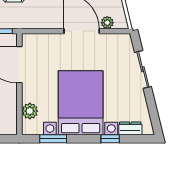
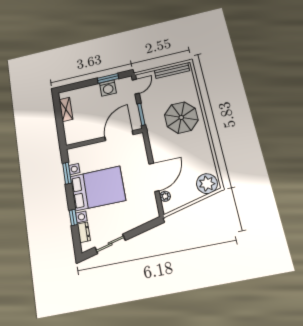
sliding door: (143, 69) -> (110, 244), moved
plant: (30, 111) -> (85, 151), removed

